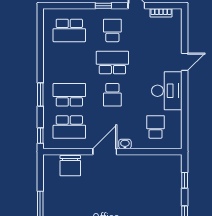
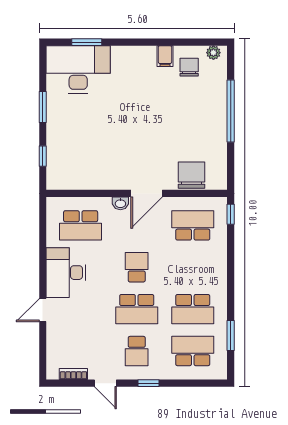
window: (40, 94) -> (231, 335), moved
school desk: (69, 95) -> (193, 309), moved
school desk: (156, 127) -> (81, 225), width x1.85

